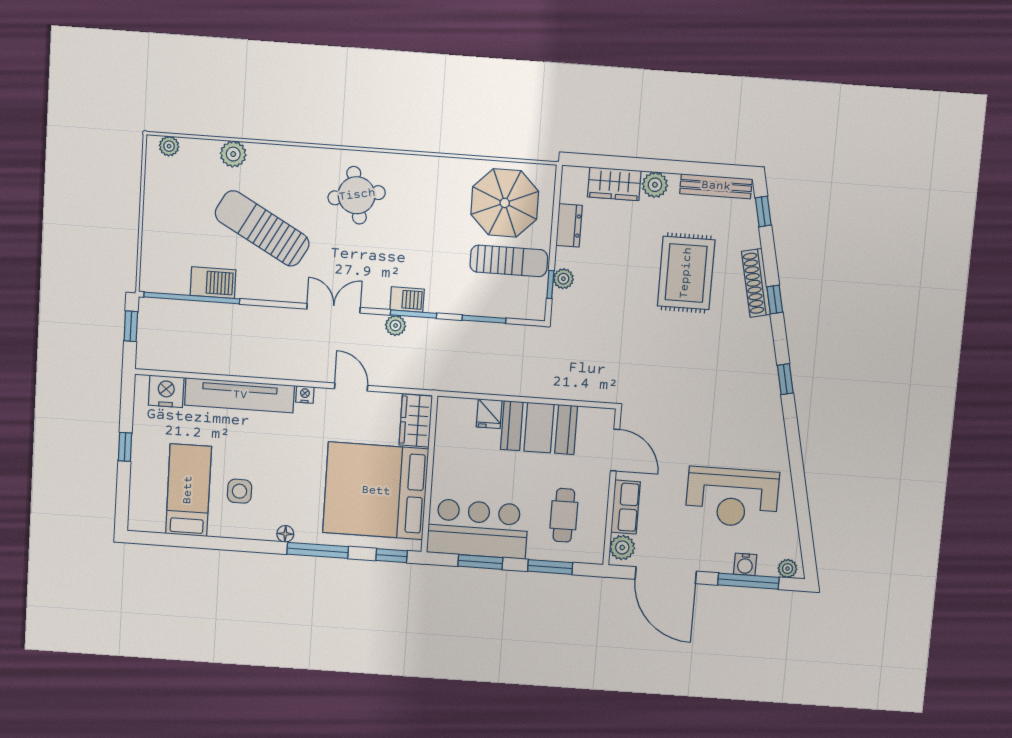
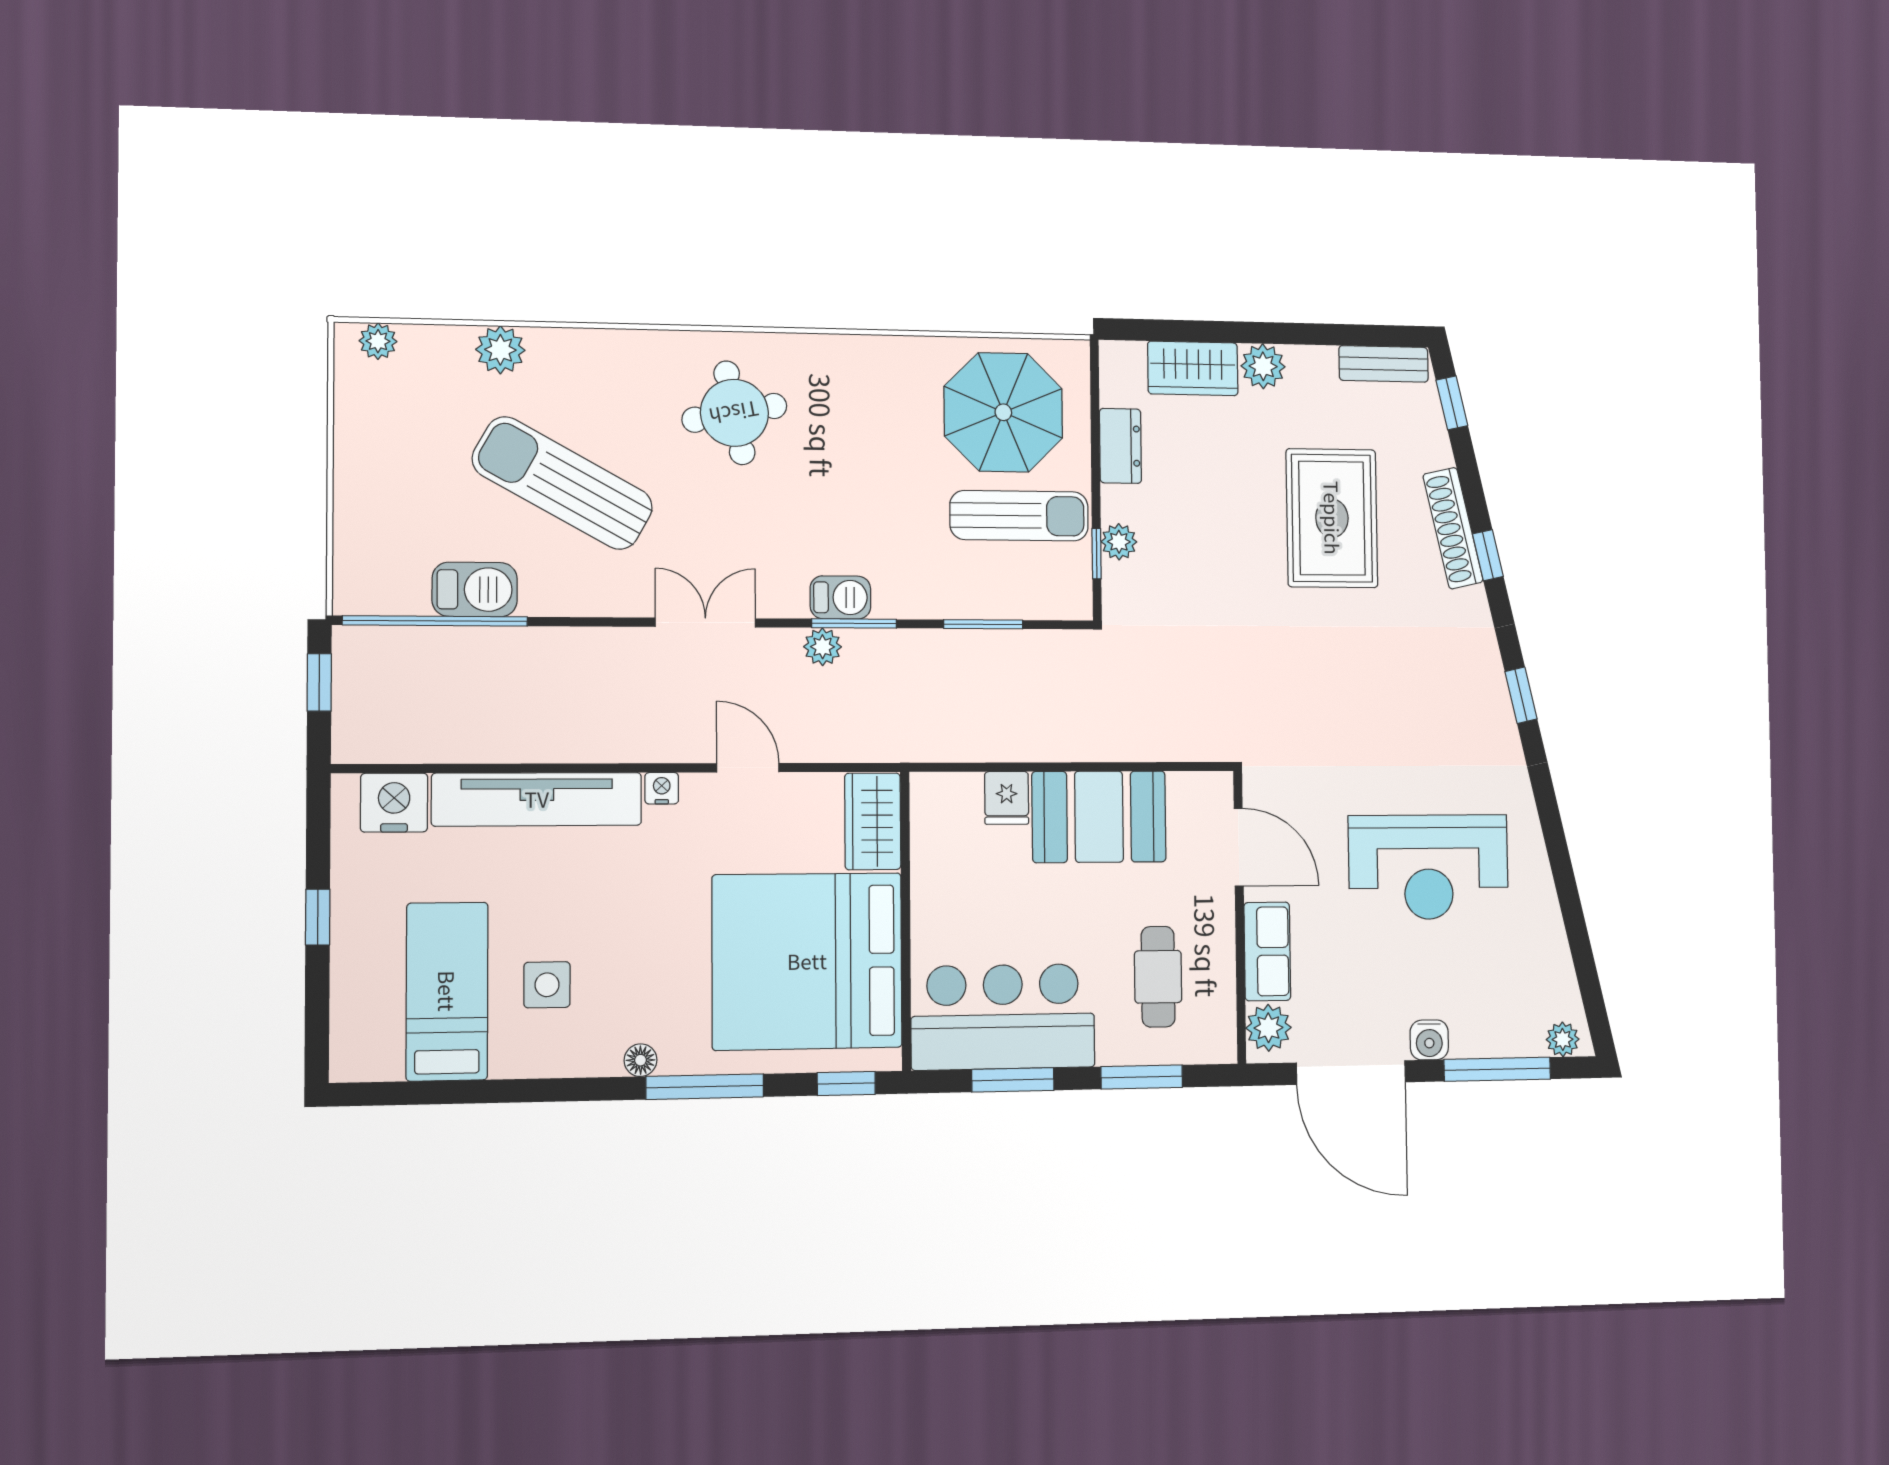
bench: (716, 186) -> (1384, 364), width x0.73
reception desk: (732, 497) -> (1428, 867), moved
water cooler: (745, 564) -> (1429, 1040), moved

